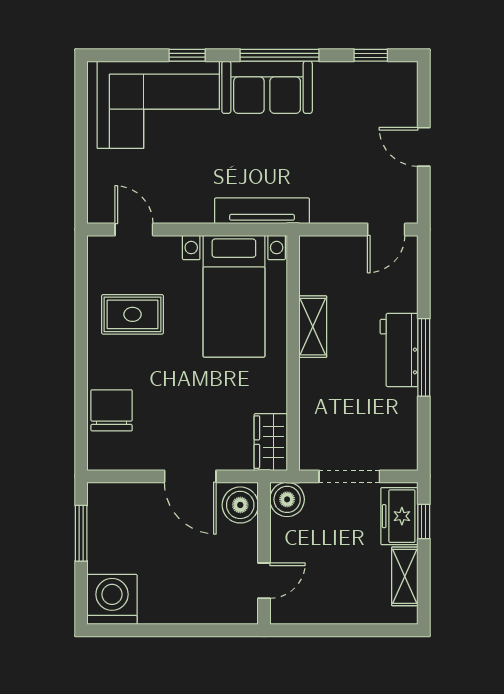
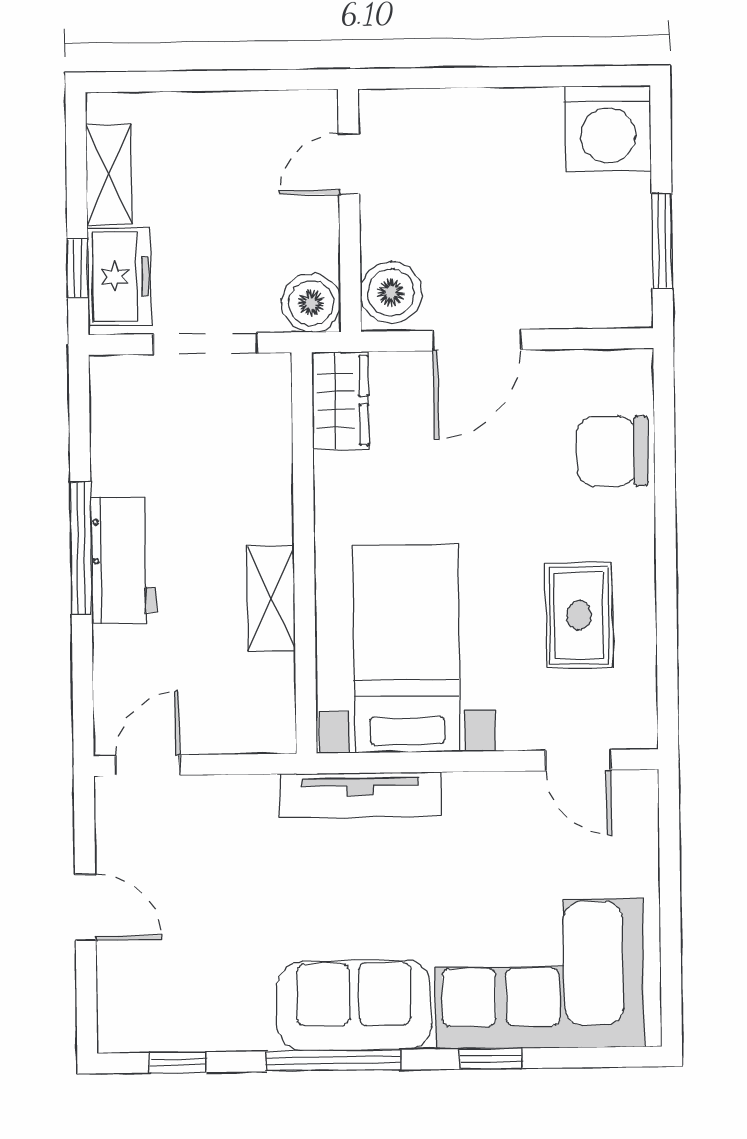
rug: (133, 314) -> (579, 615), turned 90
chair: (112, 410) -> (613, 451), turned 90
door: (190, 476) -> (477, 340), swing flipped

